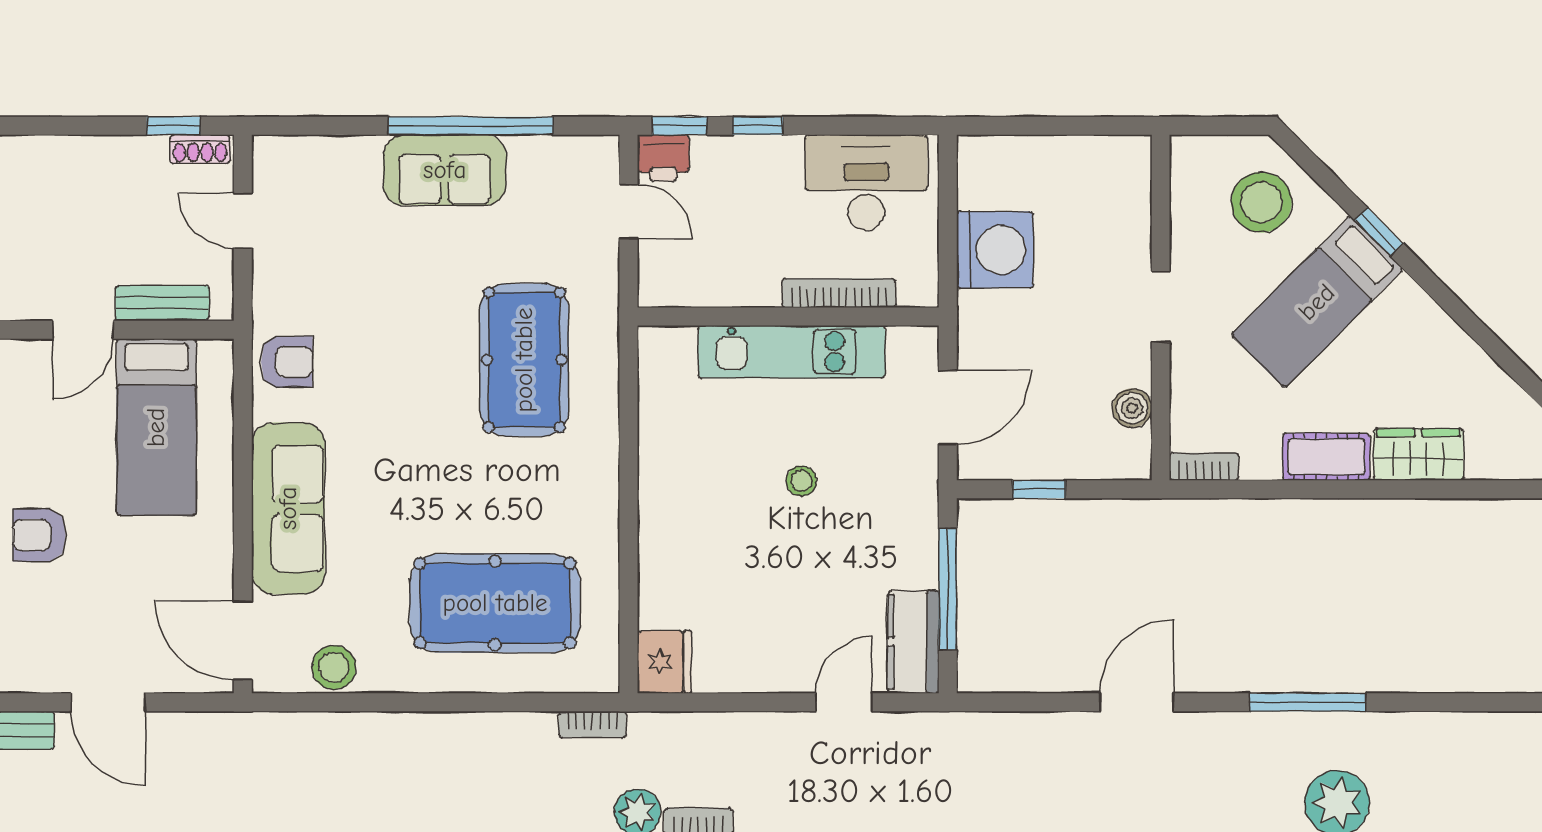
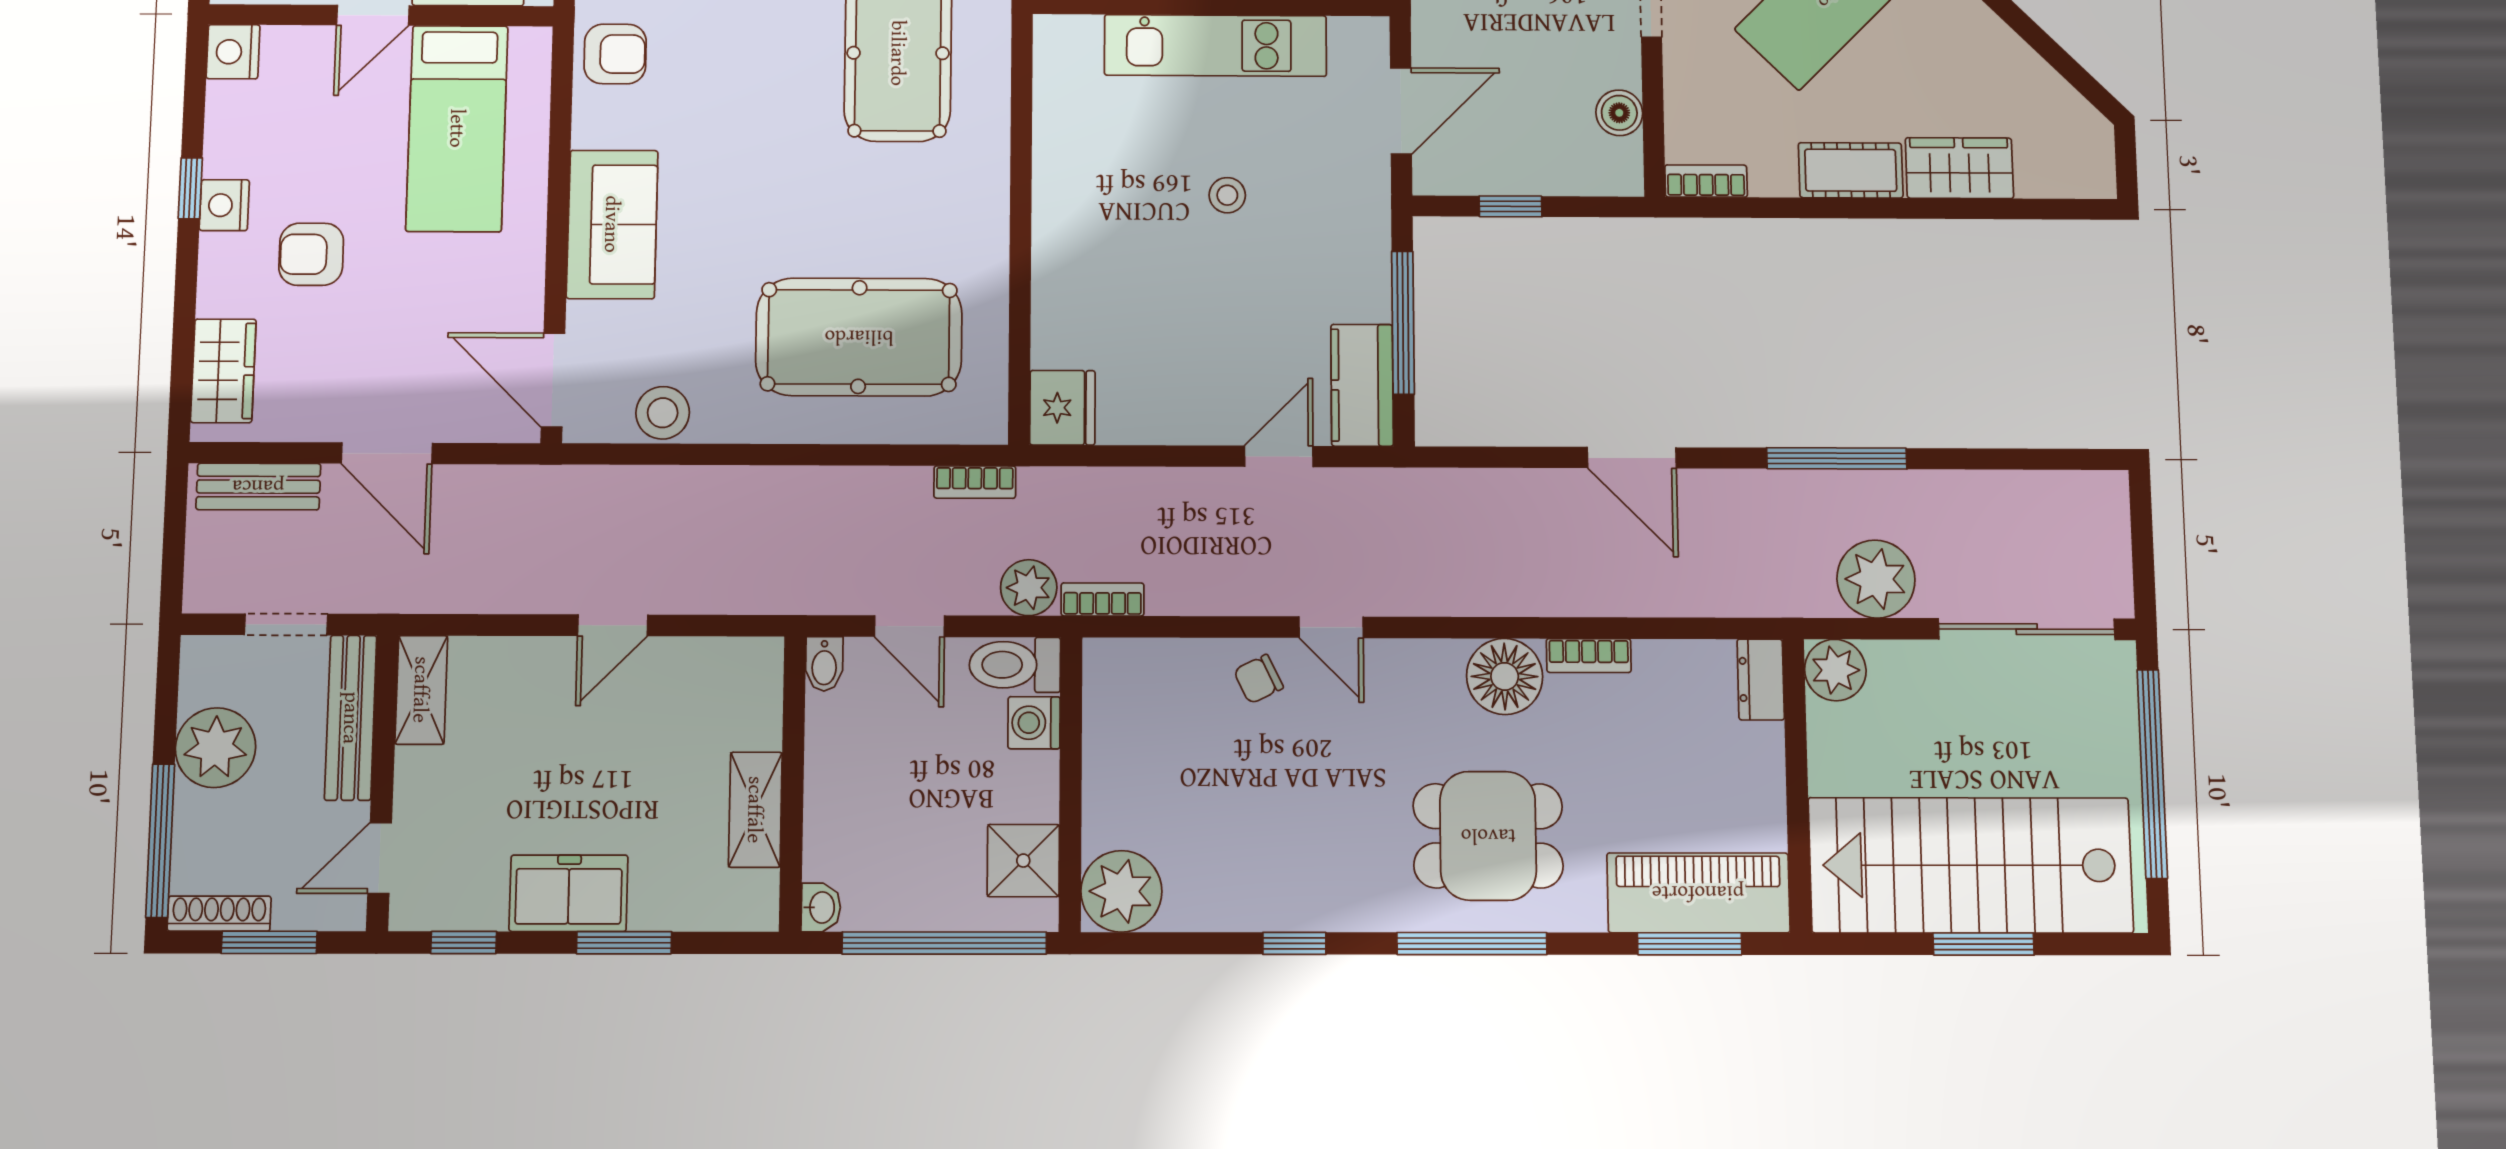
sofa: (288, 508) -> (612, 224), width x0.73
door: (1137, 702) -> (1632, 458), swing flipped

